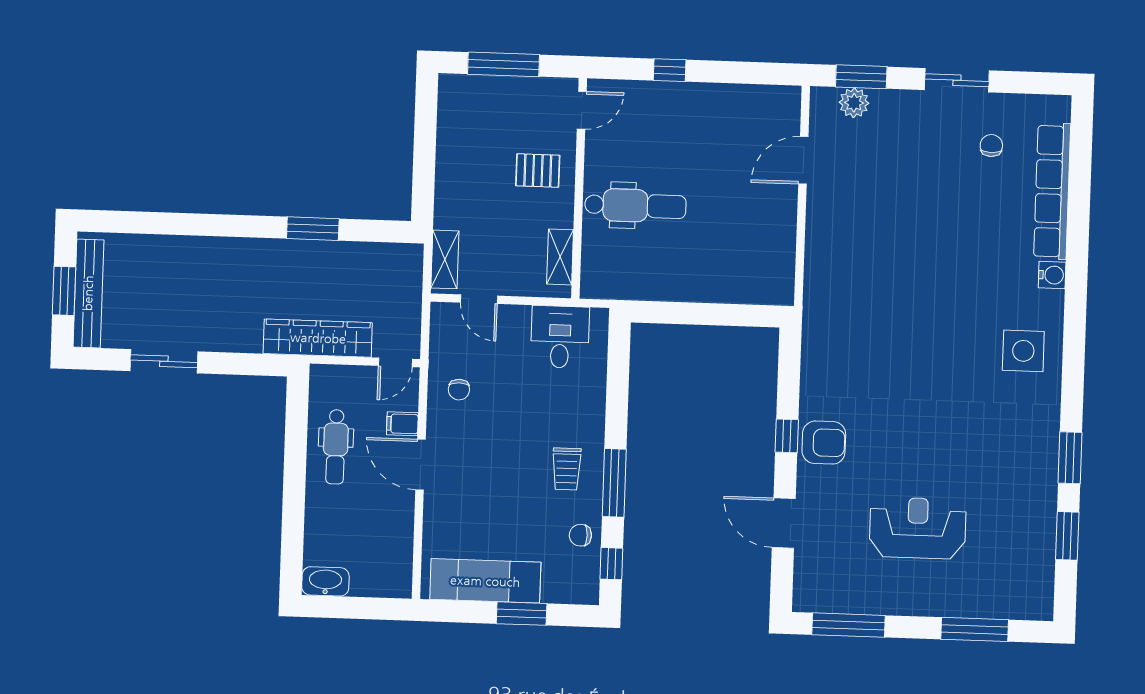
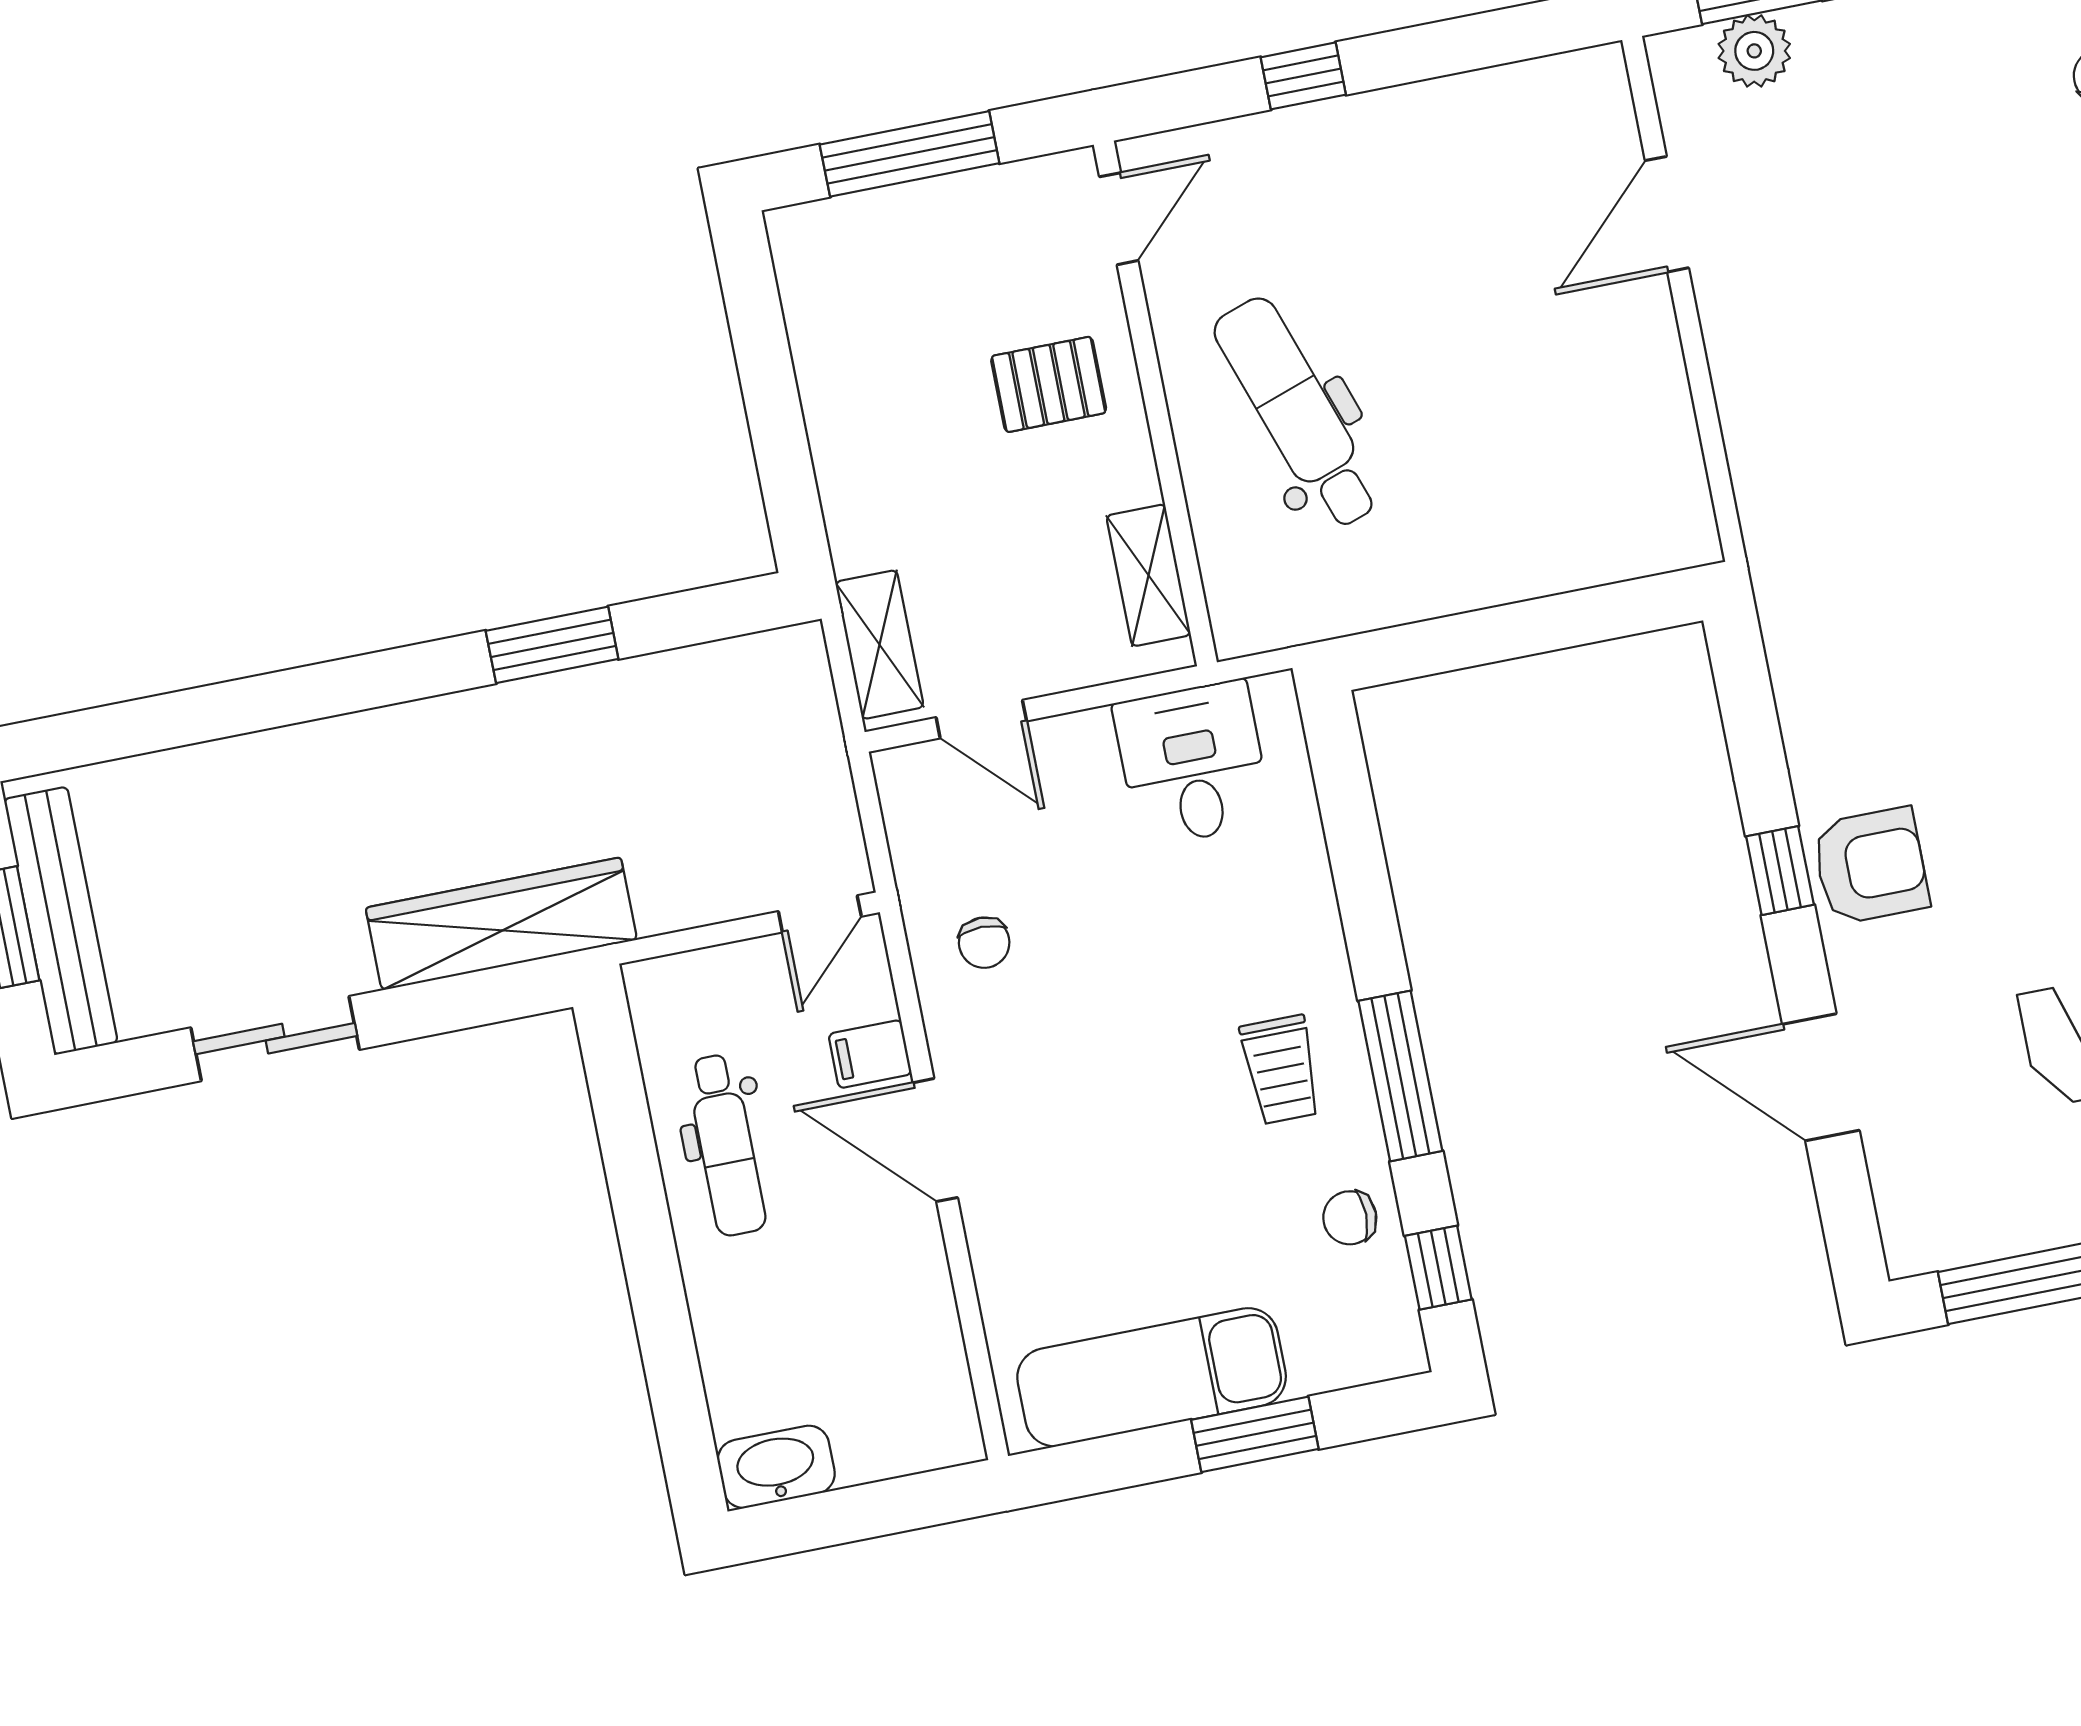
dental chair: (635, 206) -> (1297, 413), turned -109
wardrobe: (318, 338) -> (501, 924), moved

